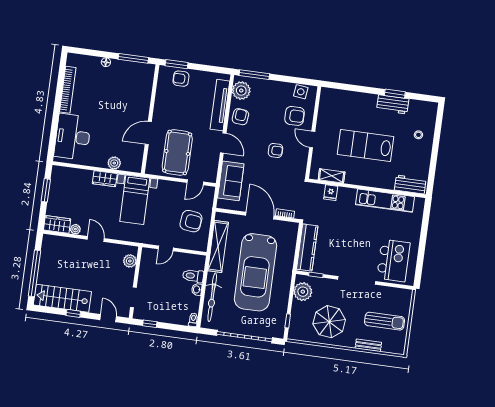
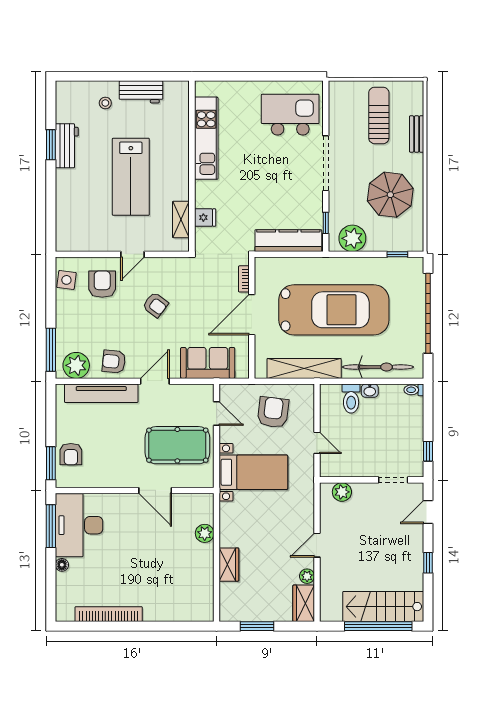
desk: (73, 137) -> (79, 525), moved, turned 90
armchair: (275, 150) -> (155, 305), turned 127
wardrobe: (105, 179) -> (229, 565), moved
workbench: (410, 184) -> (141, 92), moved, turned -90
bed with nightstands: (135, 200) -> (253, 472), moved
stairs: (62, 298) -> (383, 607), moved, turned 90

